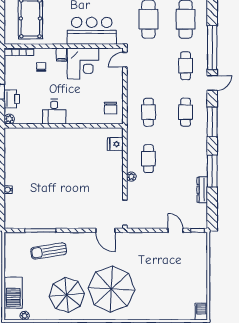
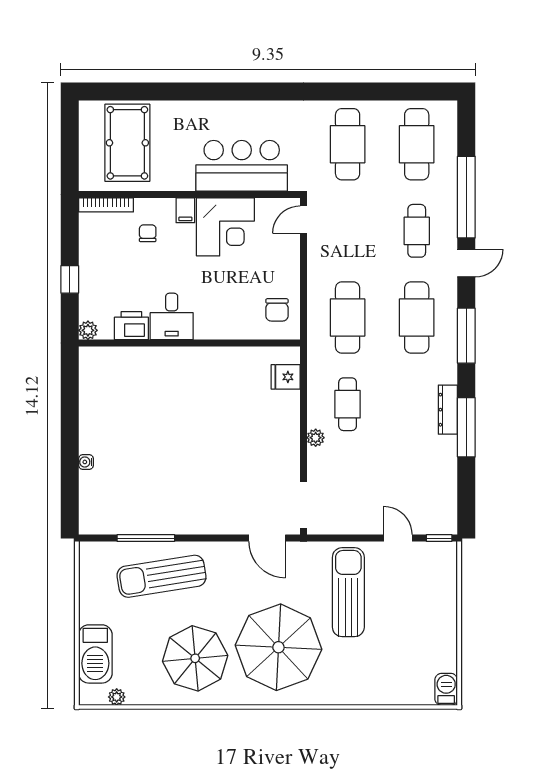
printer: (12, 99) -> (131, 326), moved, turned -90
cafe table: (148, 112) -> (348, 318), width x1.37, depth x1.35
cafe table: (186, 112) -> (417, 318), width x1.37, depth x1.35
dresser: (202, 190) -> (448, 410), moved
sun lounger: (49, 251) -> (162, 576), width x1.36, depth x1.34
sun lounger: (149, 259) -> (348, 592), added

